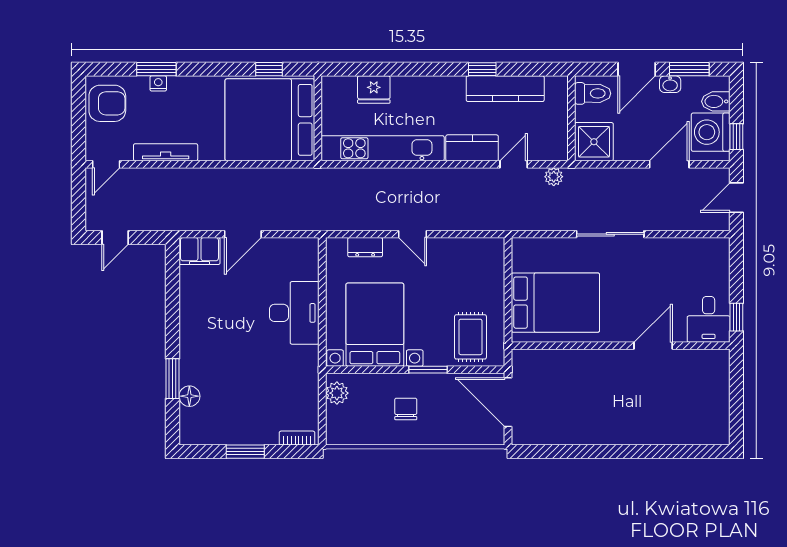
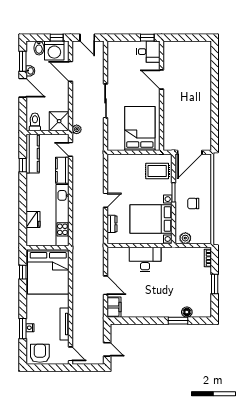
toilet: (593, 93) -> (35, 122), moved
wall: (571, 118) -> (47, 132), moved
shower: (594, 142) -> (59, 121), moved

